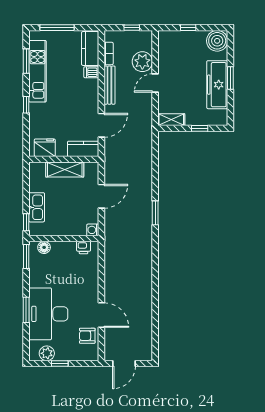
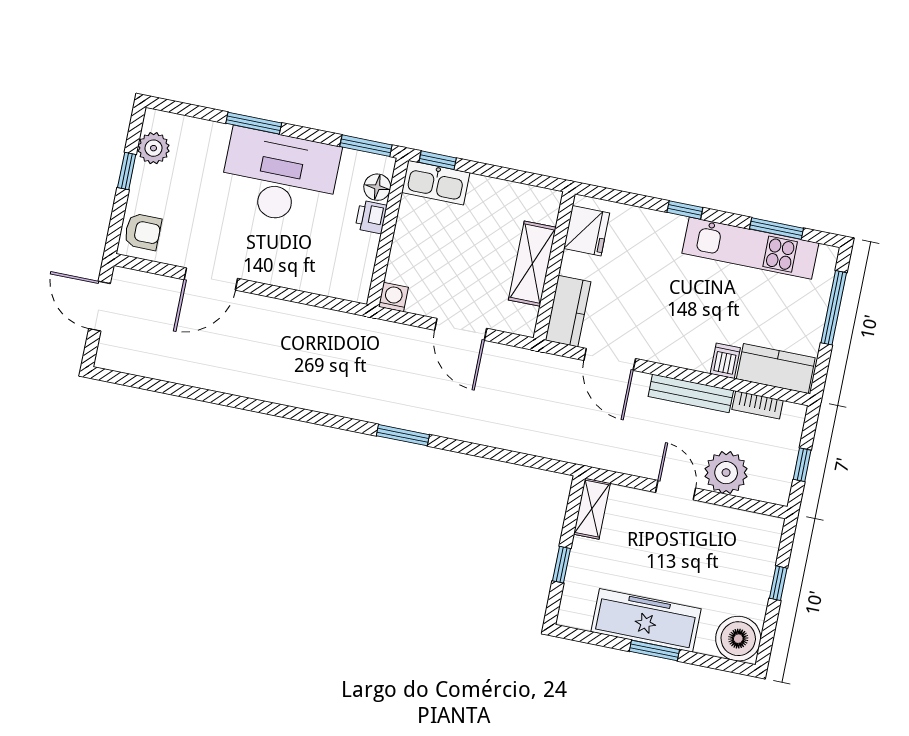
kitchen sink: (37, 207) -> (436, 183), moved
printer: (84, 247) -> (371, 217), moved
desk: (48, 314) -> (280, 177), moved
armchair: (87, 336) -> (143, 232), moved, turned 90

